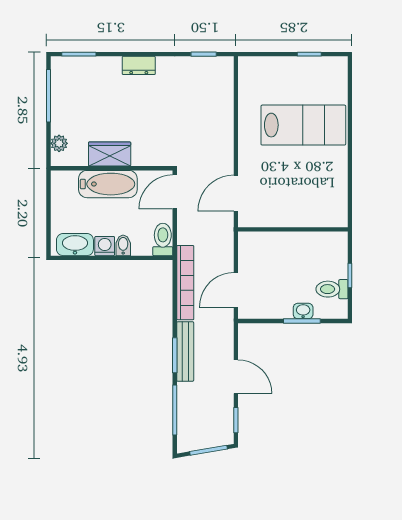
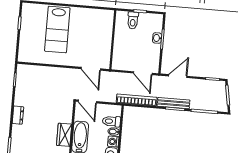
lab bench: (303, 125) -> (57, 30), turned 180
toilet: (163, 239) -> (111, 121), moved
toilet: (332, 289) -> (133, 20), moved
door: (236, 377) -> (178, 76), moved

